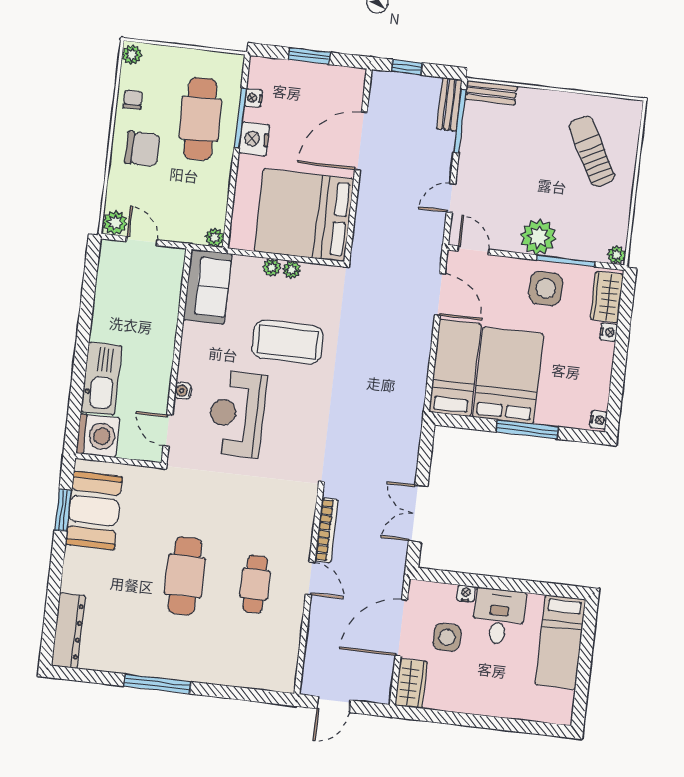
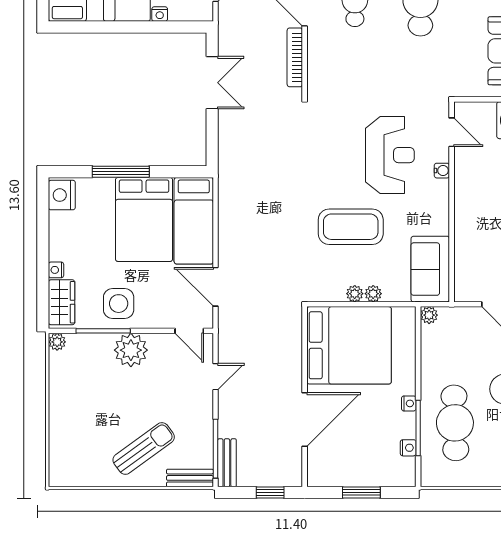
nightstand: (254, 139) -> (409, 403), width x0.53, depth x0.56
sun lounger: (592, 151) -> (144, 448), moved, turned -98
nightstand: (599, 420) -> (62, 195), width x1.89, depth x1.79

